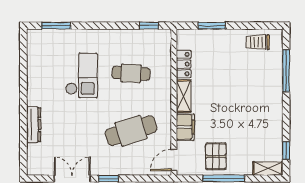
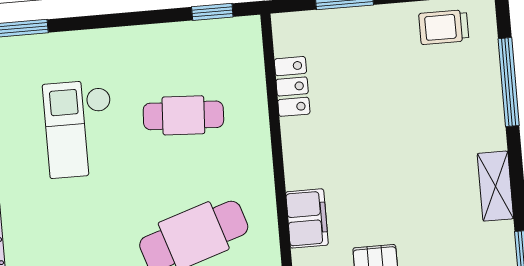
checkout: (81, 75) -> (79, 129), turned 180
shelving: (184, 96) -> (495, 186), moved

